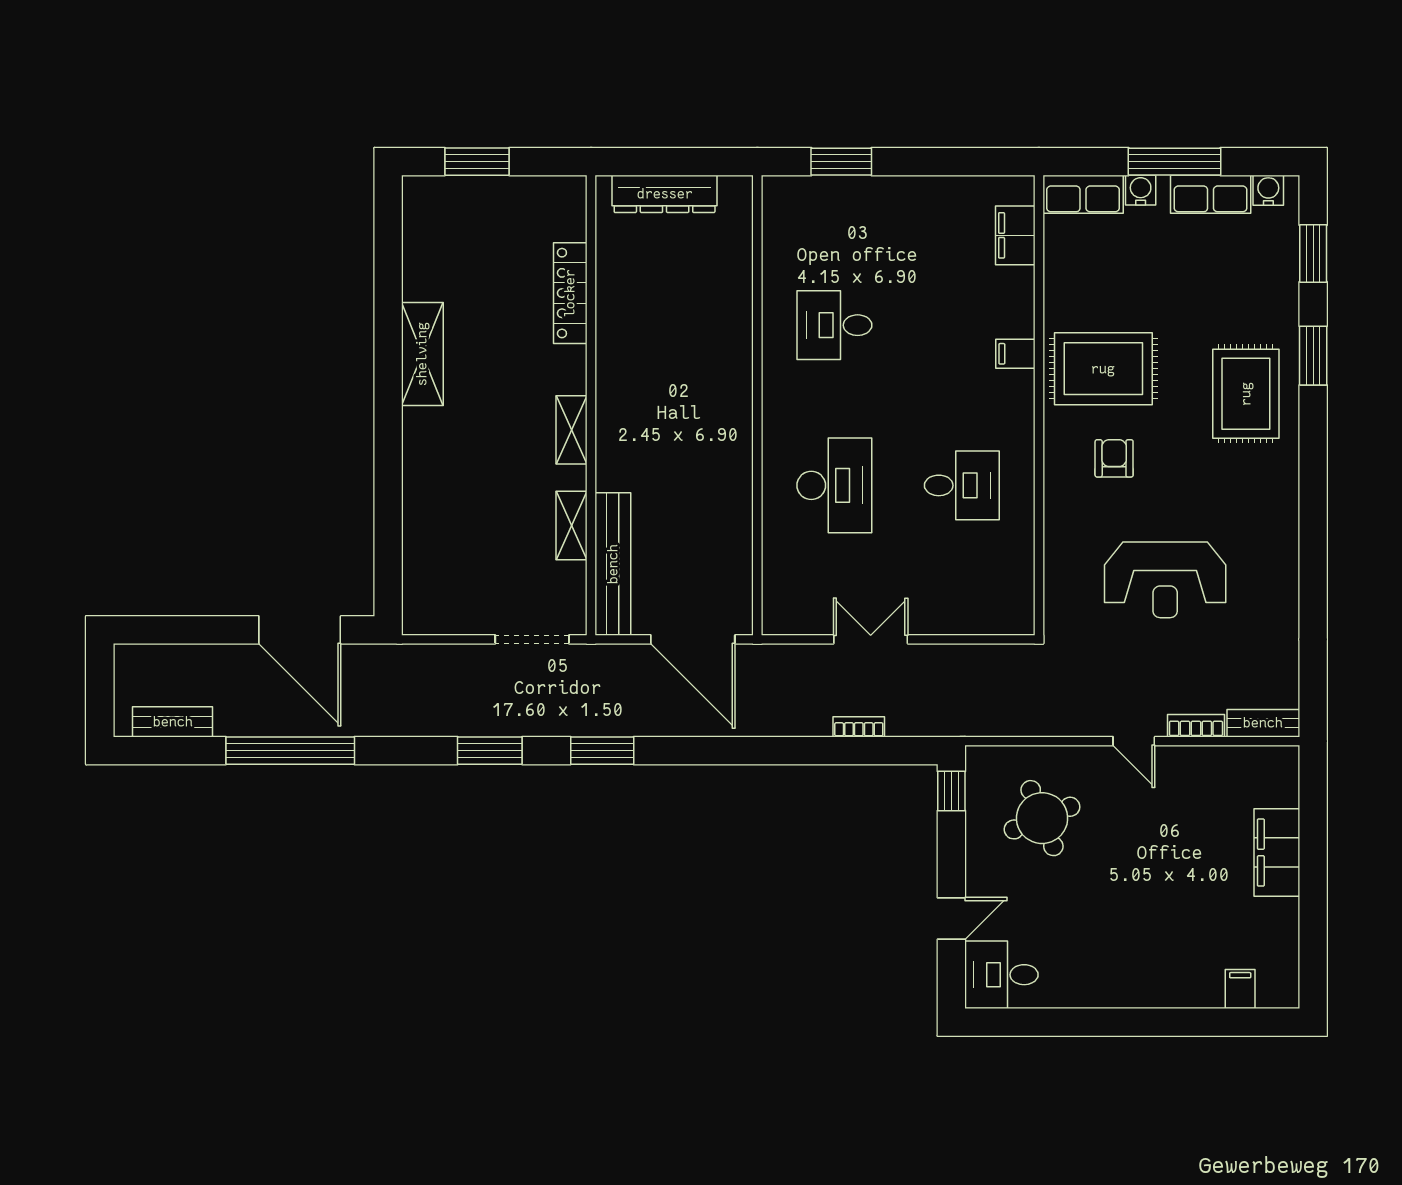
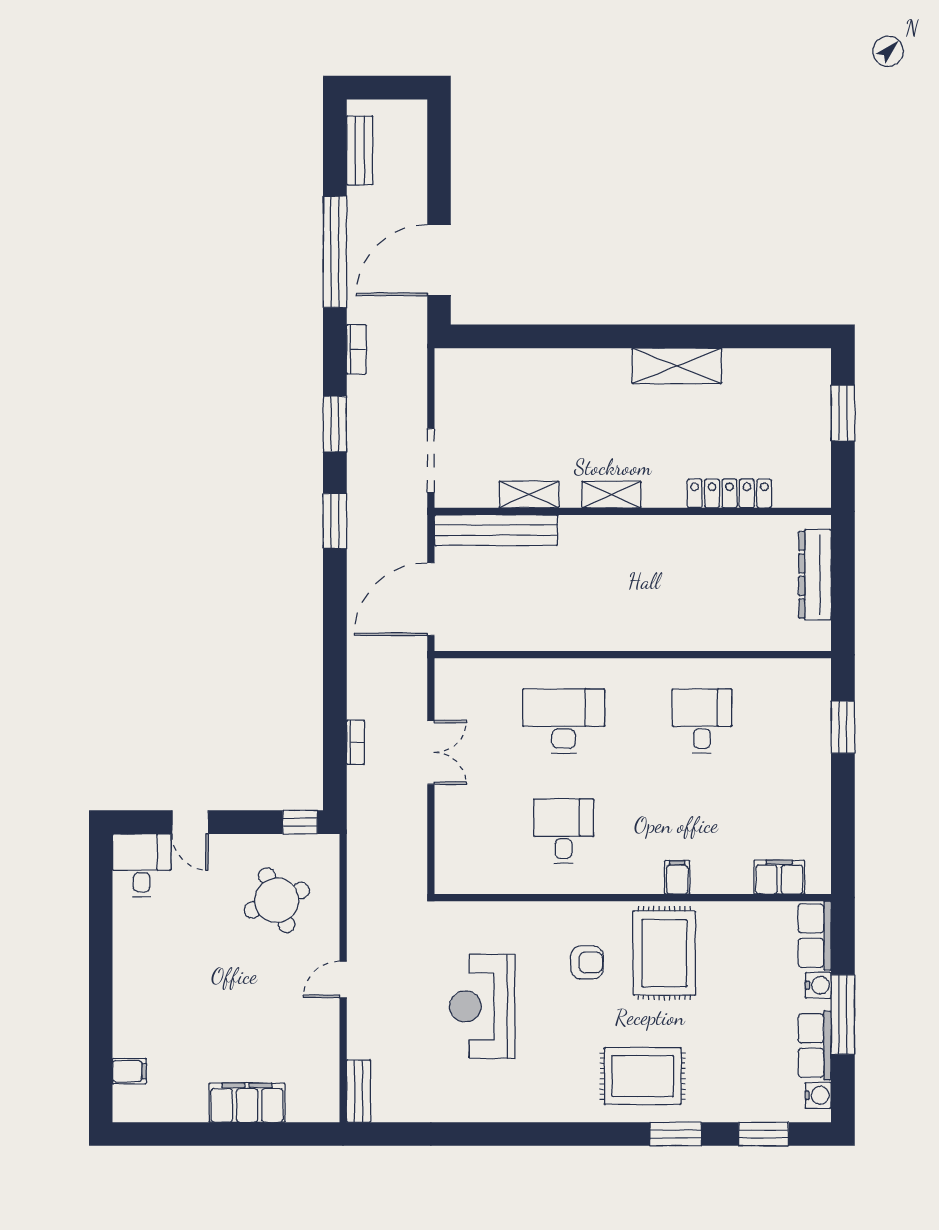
desk: (834, 485) -> (564, 721), turned 180
desk: (962, 485) -> (564, 831), turned 180
bookcase: (1196, 726) -> (356, 349), moved

